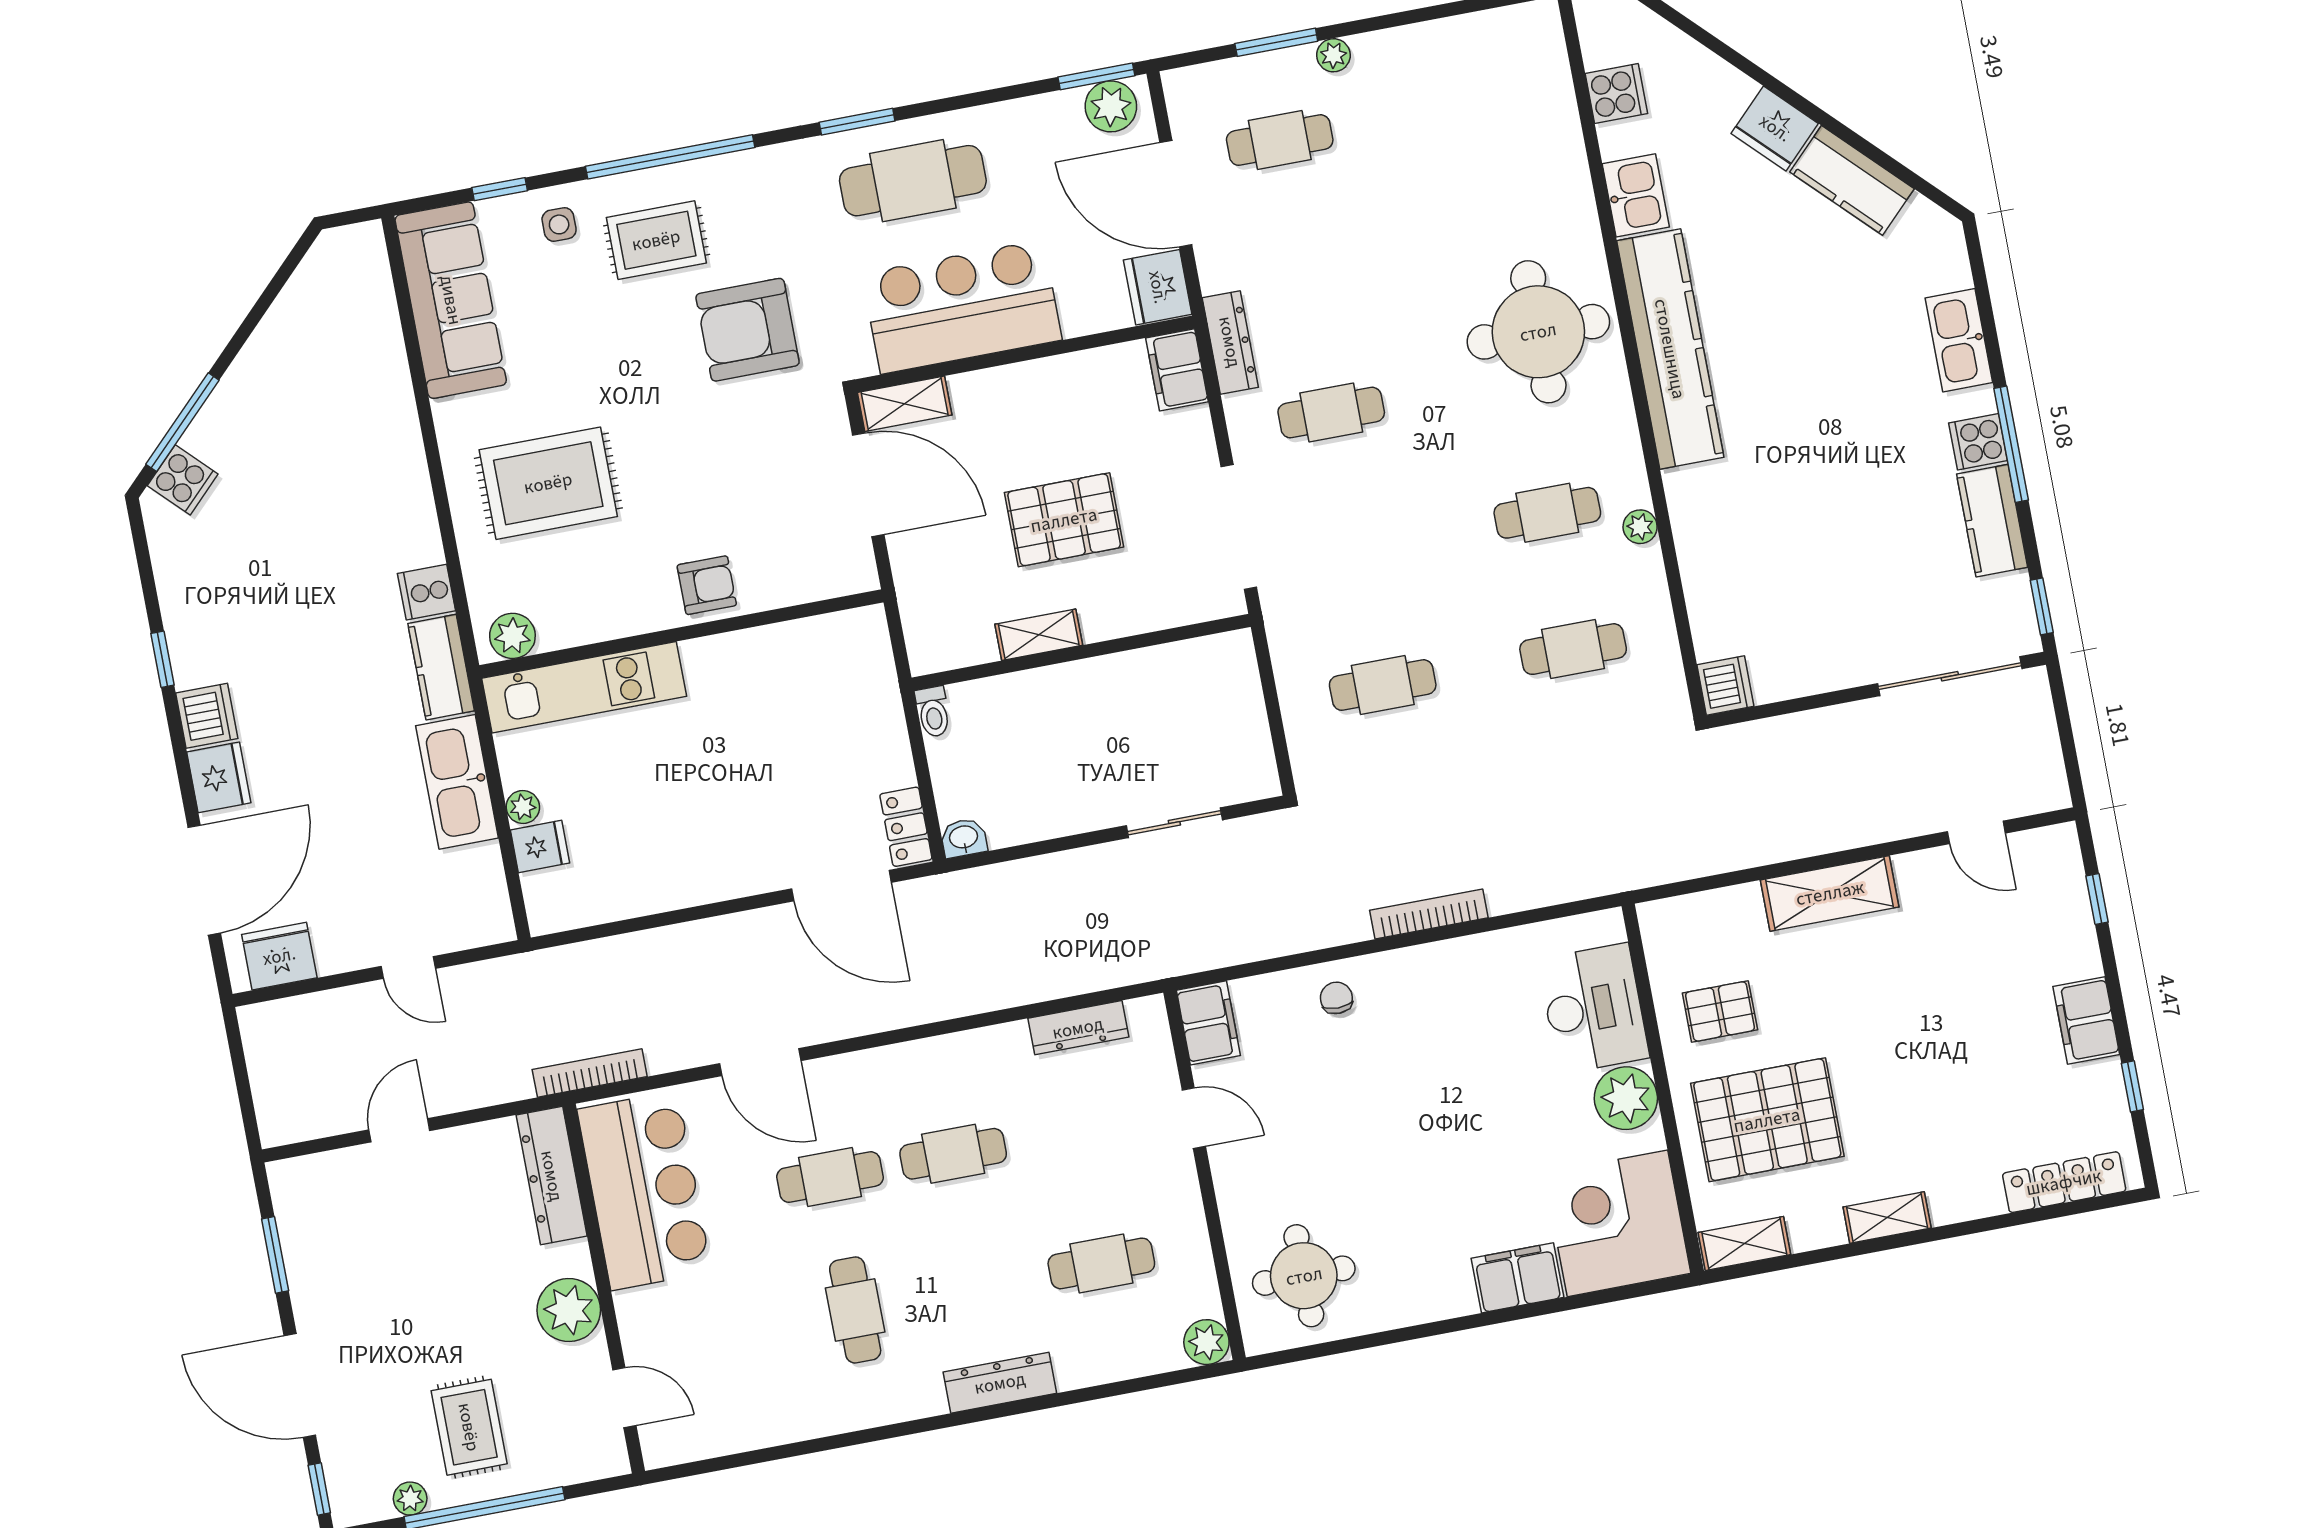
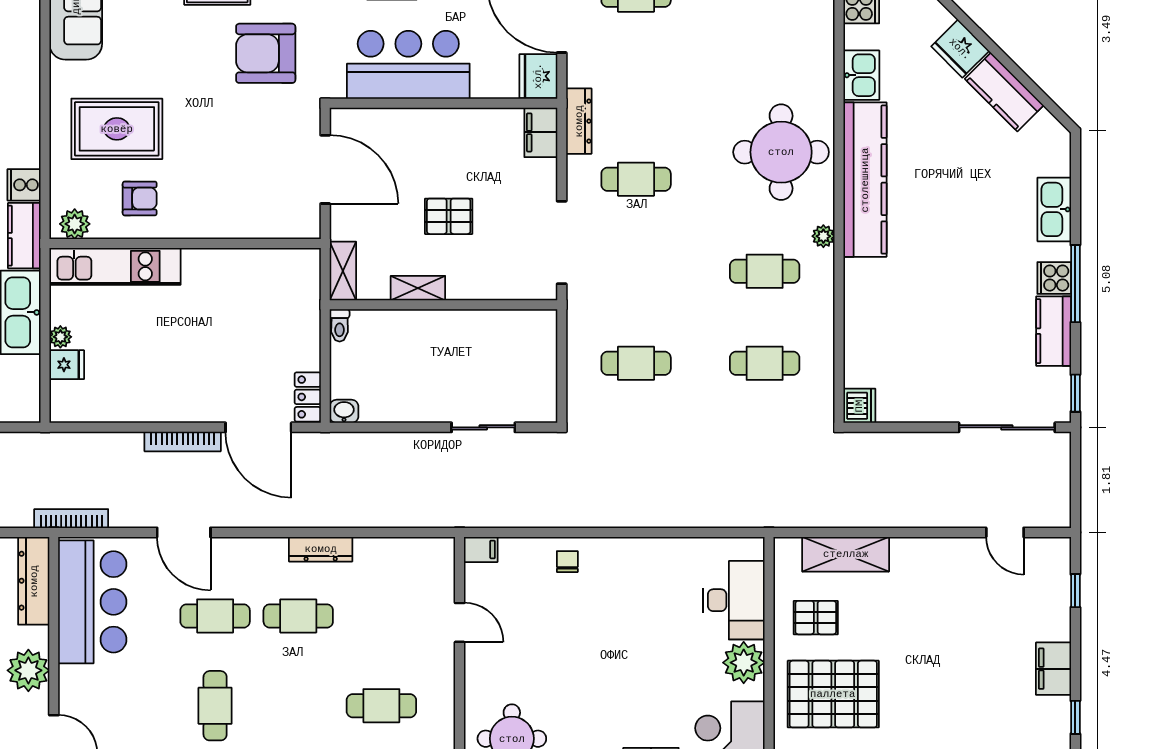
shelving: (905, 404) -> (343, 271), moved, turned 90
pallet: (1064, 520) -> (449, 216), width x0.67, depth x0.71
plant: (1640, 527) -> (823, 236), moved
armchair: (707, 585) -> (140, 198), moved
shelving: (1830, 893) -> (846, 554), moved
bookcase: (1429, 914) -> (183, 441), moved, turned 180
filing cabinet: (1208, 1023) -> (481, 549), width x0.50
dresser: (1078, 1028) -> (321, 549), moved

